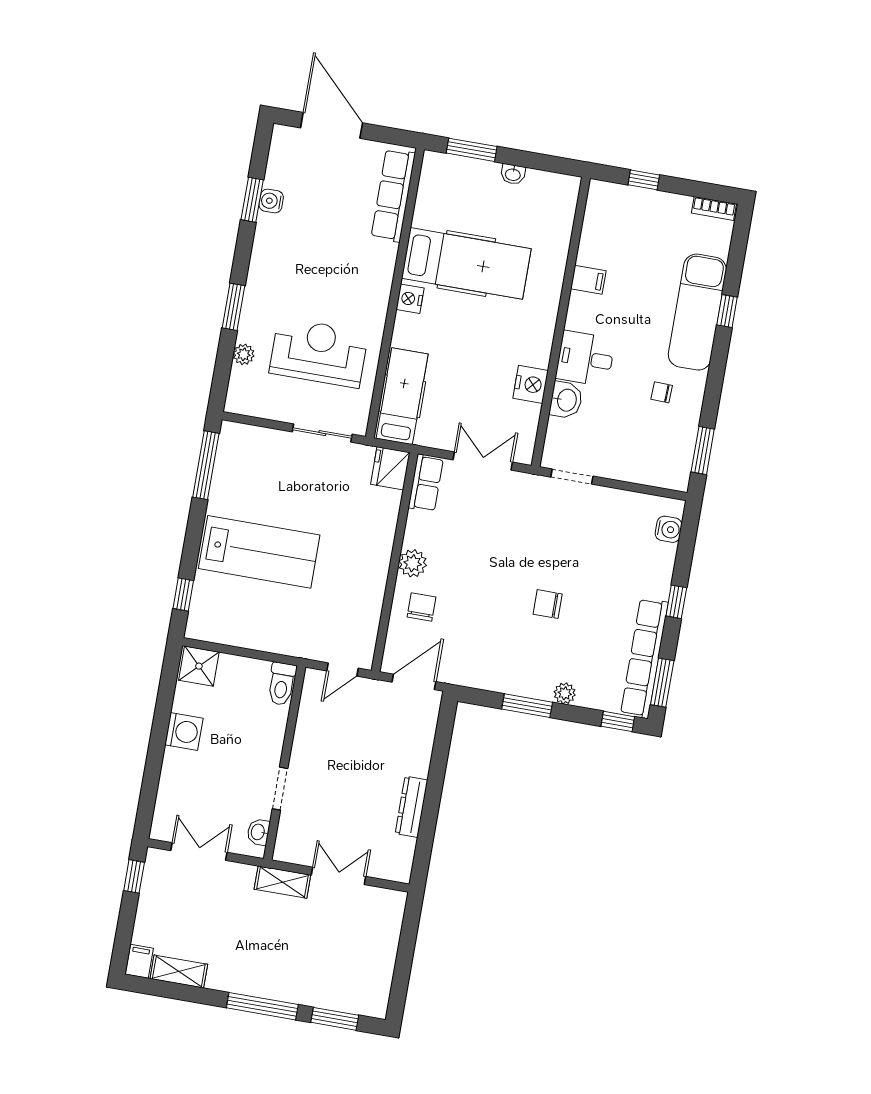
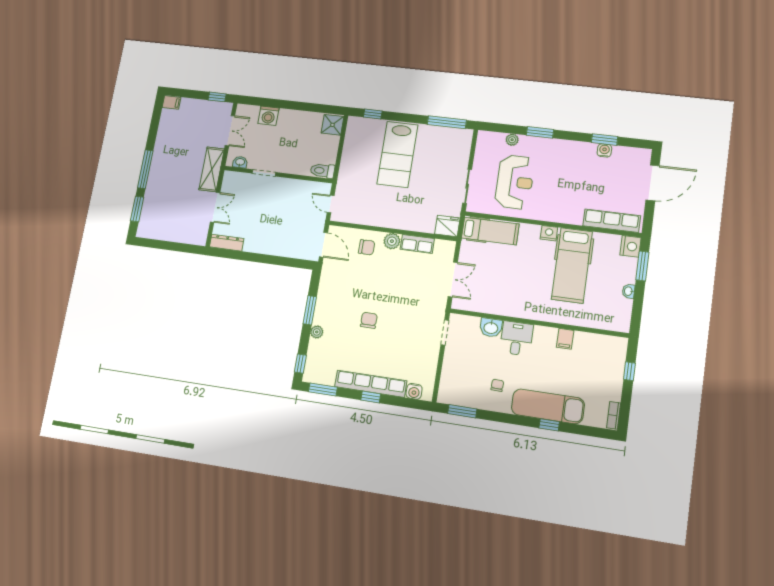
nightstand: (531, 384) -> (630, 246), moved, turned -90
row of seats: (426, 483) -> (417, 244), moved
row of seats: (644, 658) -> (371, 384), moved
washing machine: (184, 732) -> (268, 116), moved
dresser: (411, 807) -> (227, 243), moved
shelving: (282, 882) -> (212, 169), width x1.50, depth x1.33
shelving: (179, 971) -> (165, 124), removed

